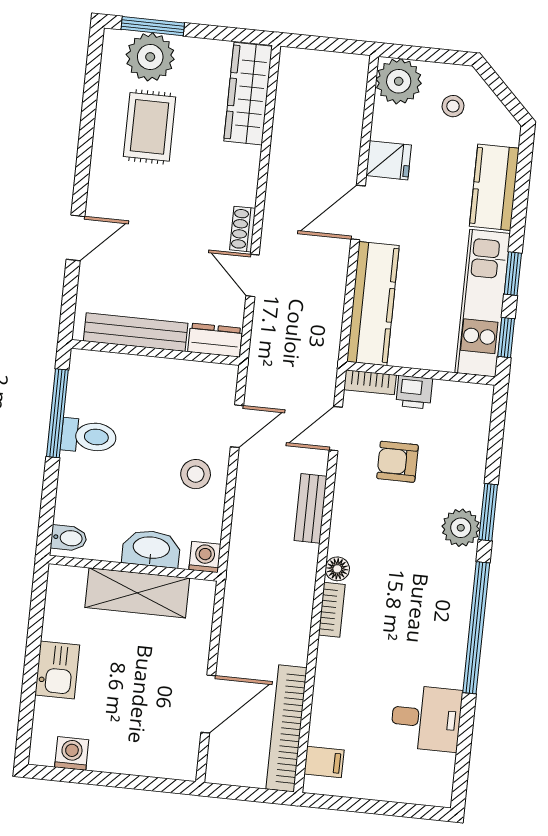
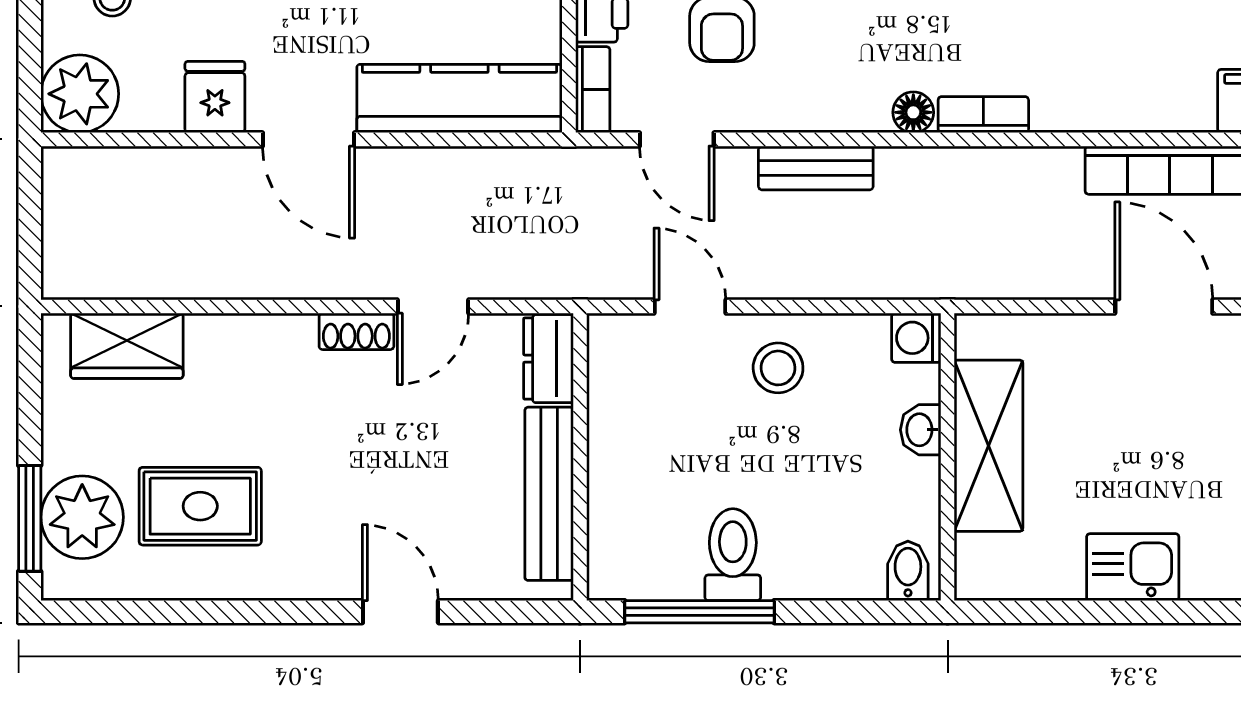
wardrobe: (248, 94) -> (127, 346), width x0.67
washbasin: (151, 549) -> (921, 430), width x0.52, depth x0.69

